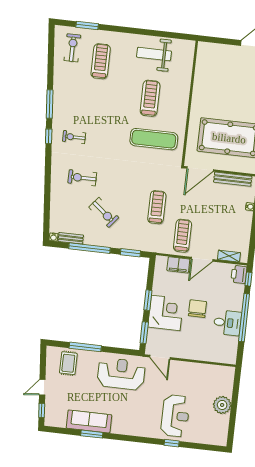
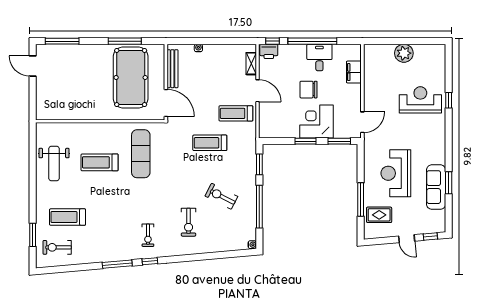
exercise bike: (104, 212) -> (221, 196), turned -102
bench: (71, 238) -> (251, 227), removed
filing cabinet: (178, 265) -> (354, 72), moved, turned 180
reception desk: (121, 374) -> (396, 173), moved

